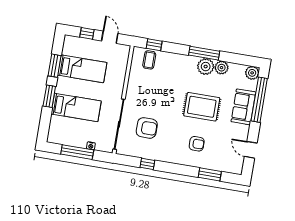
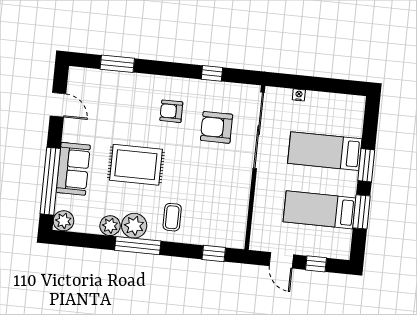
coffee table: (149, 60) -> (172, 217), moved
armchair: (197, 144) -> (171, 111), moved
window: (77, 152) -> (319, 84), removed

